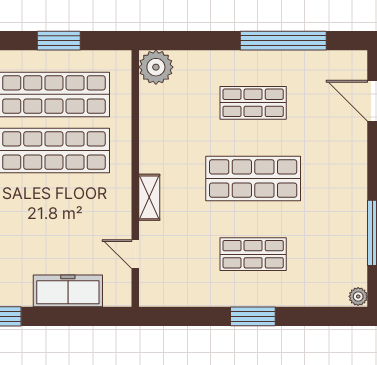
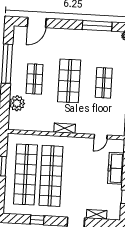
plant: (156, 67) -> (17, 103), moved
shelving: (149, 197) -> (65, 128), moved

